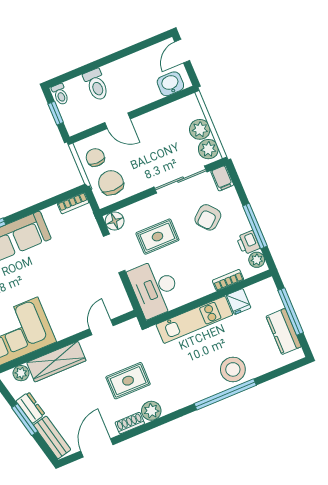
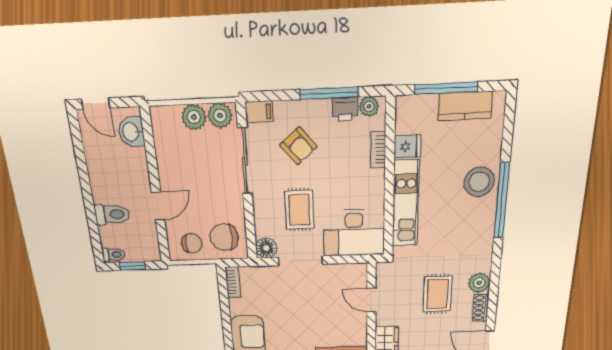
chair: (95, 158) -> (192, 243), turned 180

